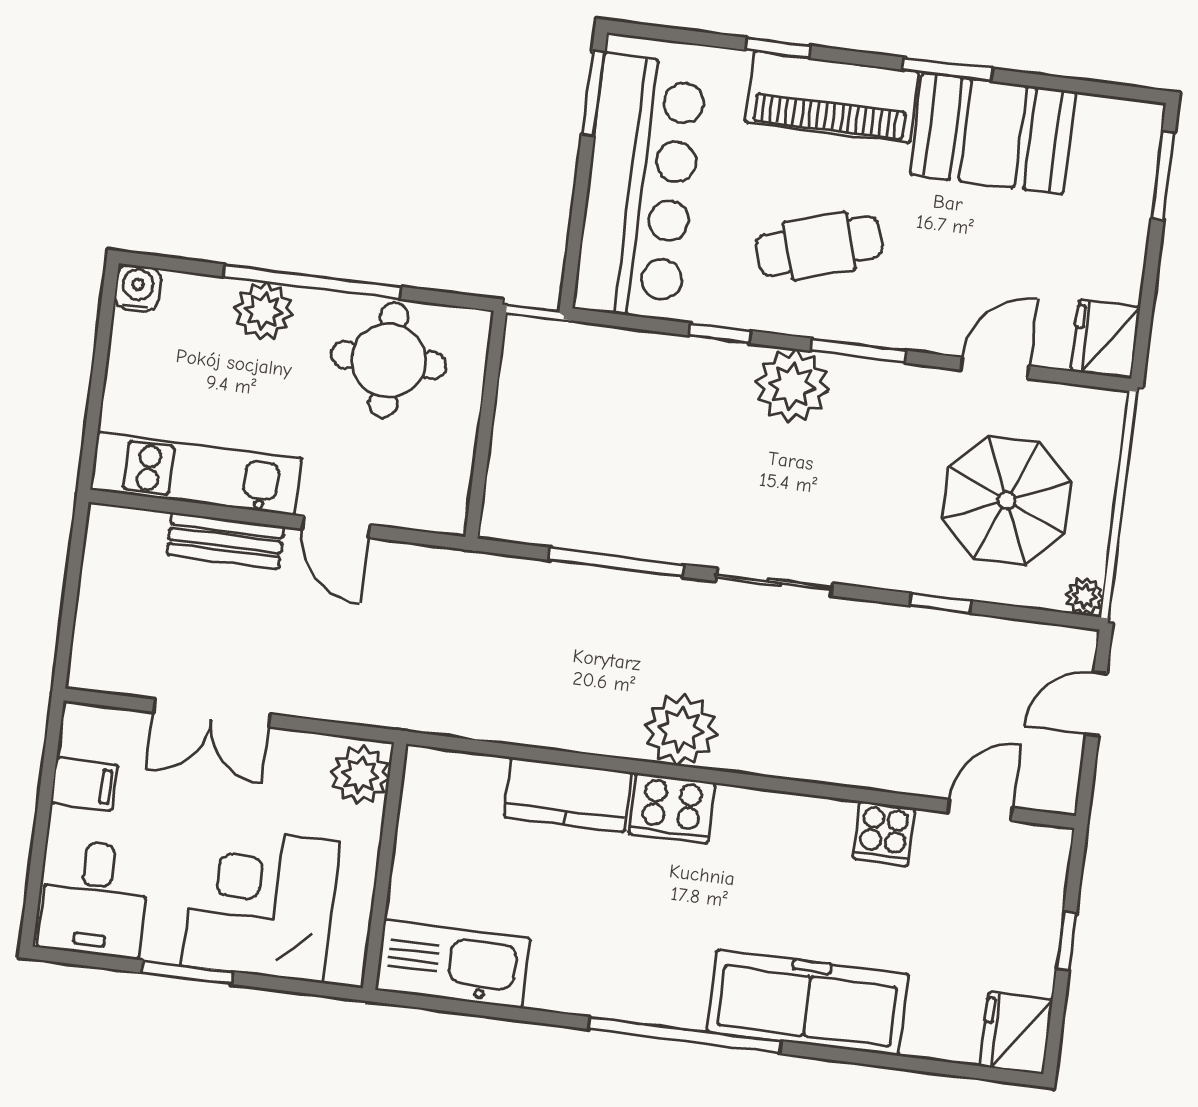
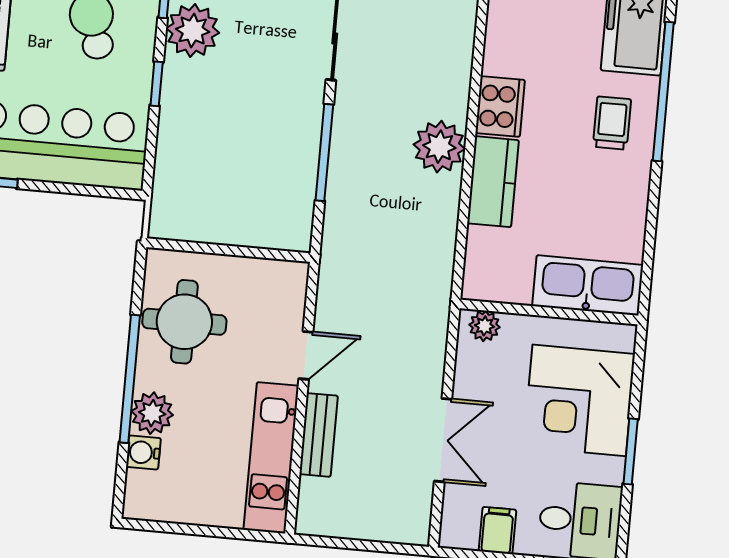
water cooler: (138, 288) -> (143, 452), moved
plant: (681, 730) -> (439, 147), moved
plant: (360, 775) -> (484, 326), width x0.73, depth x0.73
trolley: (643, 962) -> (612, 123), added
kitchen sink: (453, 964) -> (588, 285), moved, turned 90

